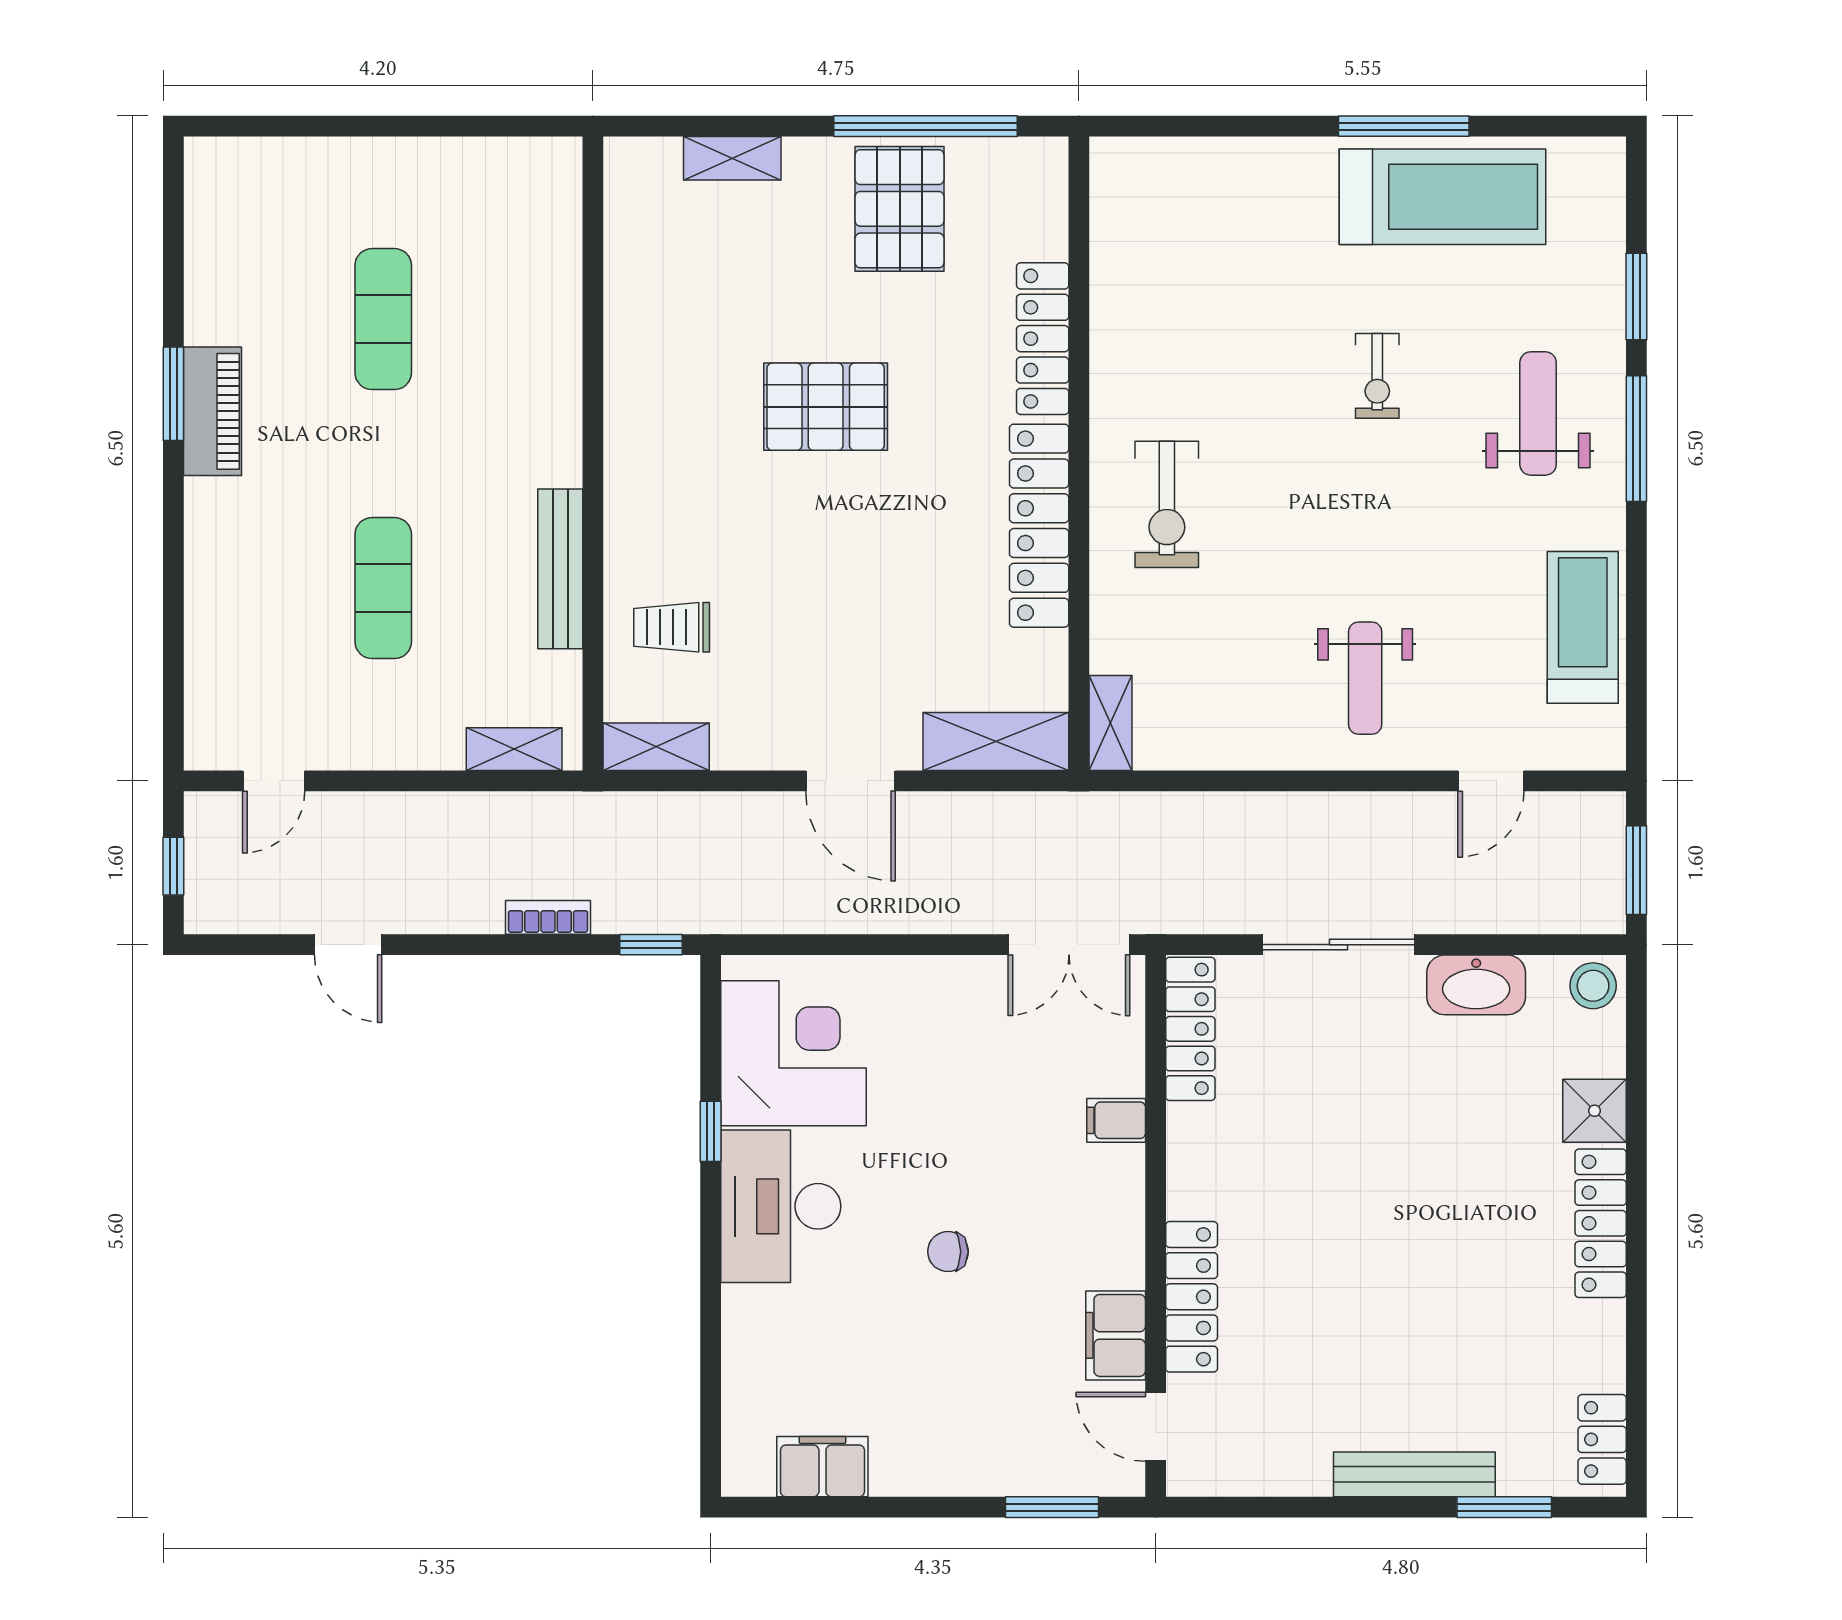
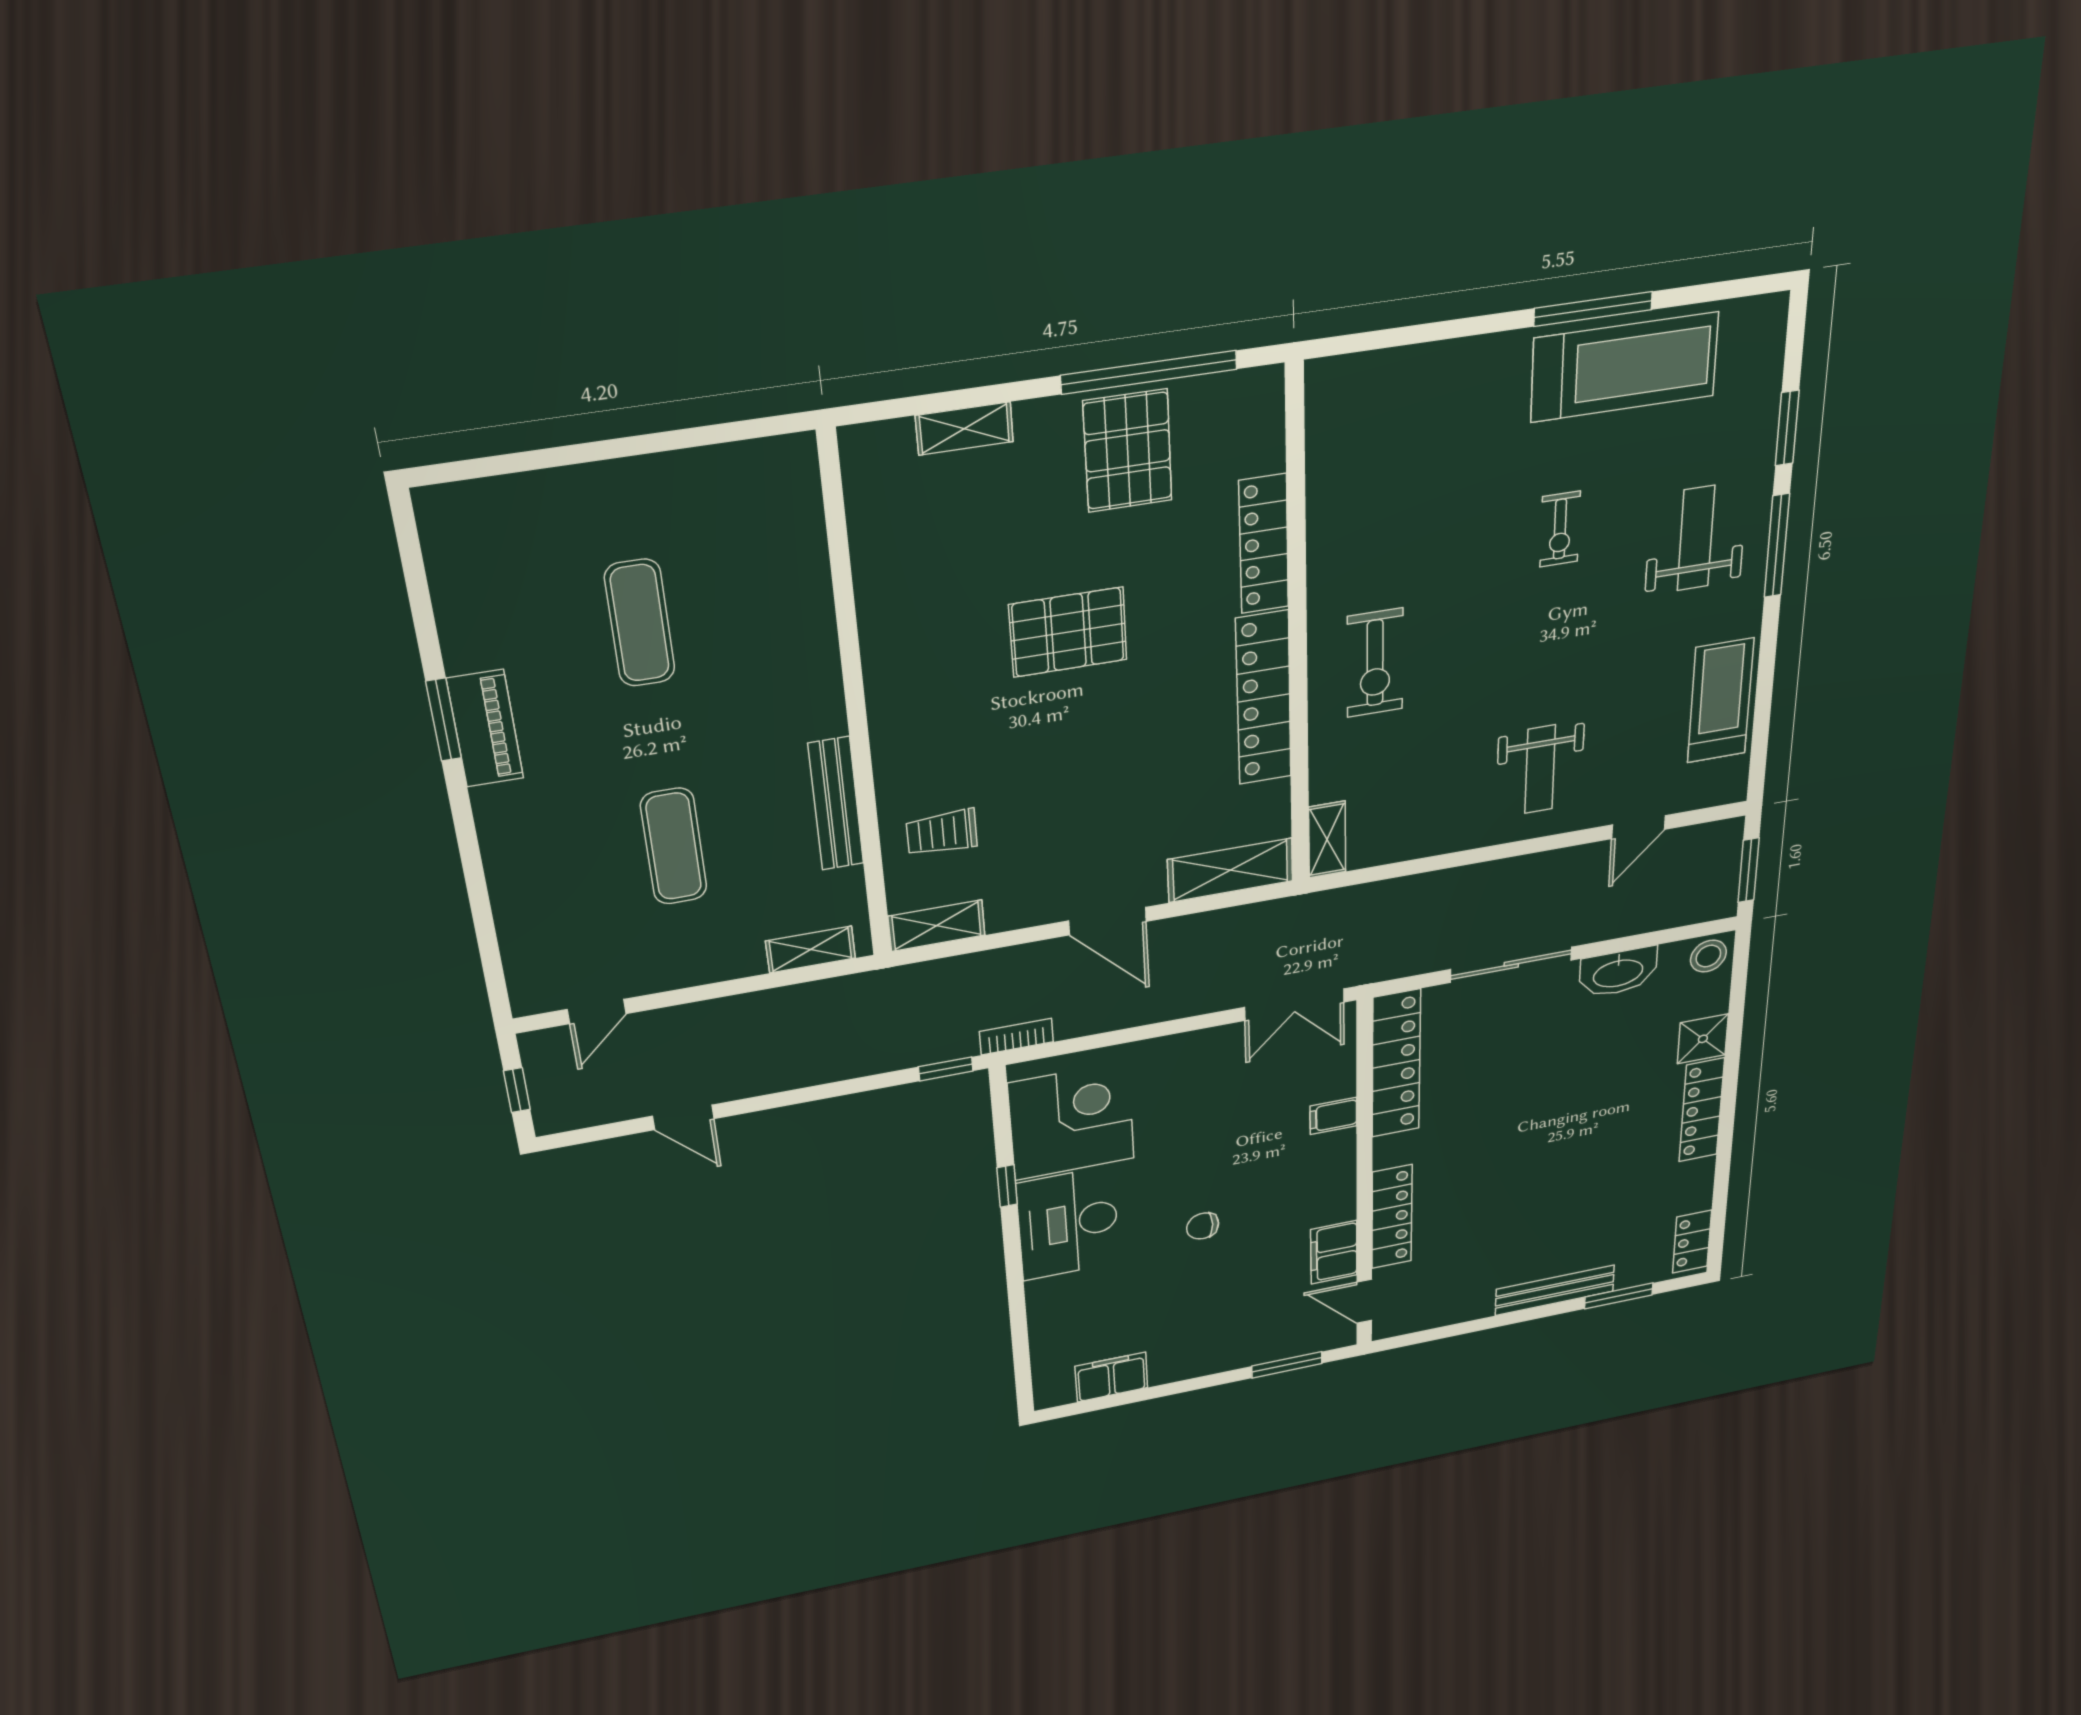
bookcase: (548, 917) -> (1016, 1037), moved
locker: (1190, 1029) -> (1396, 1064), width x1.41, depth x1.21

